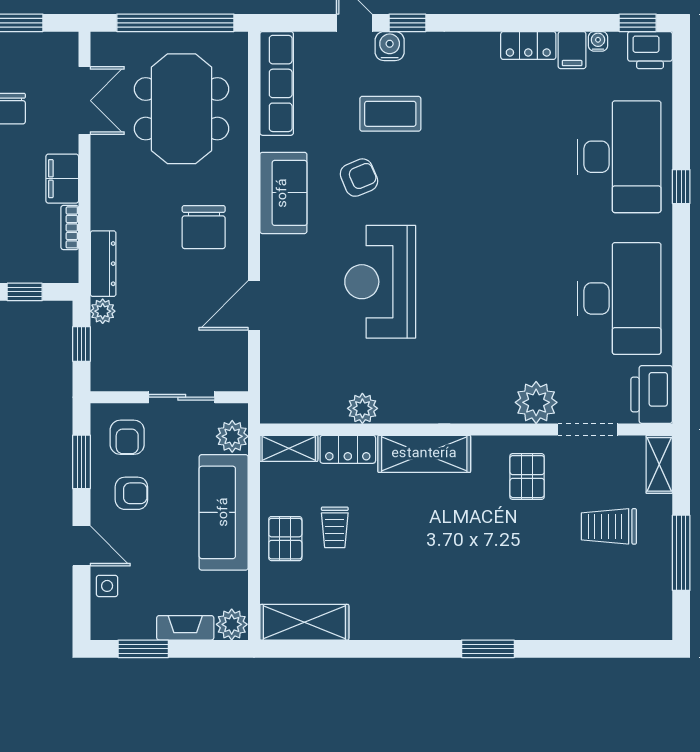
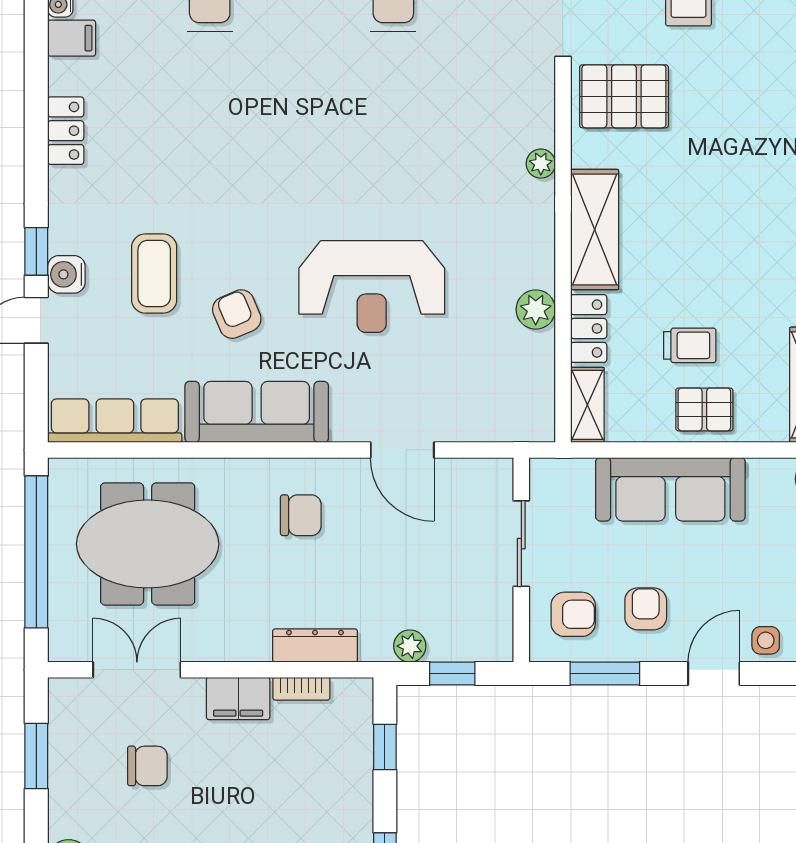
locker: (528, 46) -> (66, 131), moved
sofa: (283, 193) -> (257, 412), width x1.36
chair: (204, 227) -> (301, 515), width x0.73, depth x0.73
dresser: (103, 264) -> (315, 645), moved
plant: (536, 402) -> (541, 164), moved, width x0.53, depth x0.53
plant: (232, 436) -> (572, 478), removed
pallet: (527, 477) -> (624, 96), width x1.50, depth x1.42

